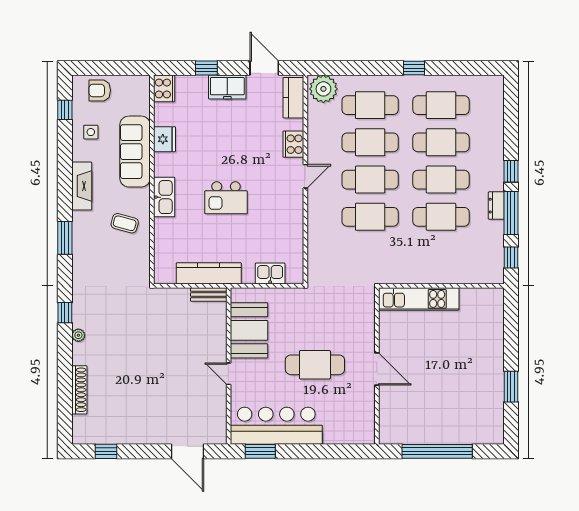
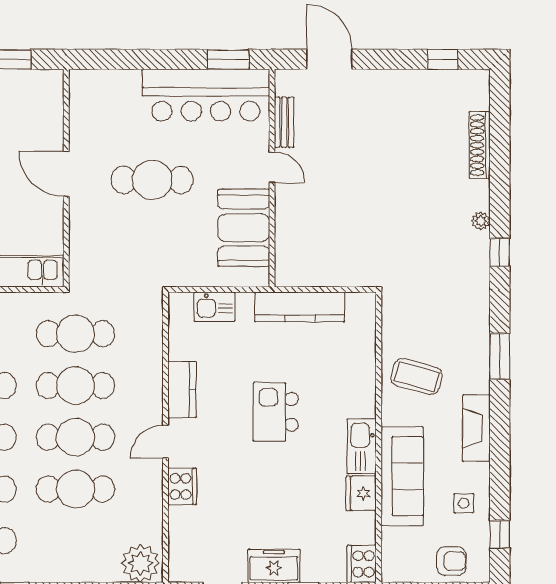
kitchen counter: (293, 98) -> (182, 390), moved
cafe table: (370, 105) -> (75, 334), moved
kitchen sink: (164, 197) -> (362, 446), moved
kitchen island: (226, 198) -> (276, 412), turned -90
coffee table: (125, 223) -> (417, 377), width x1.36, depth x1.30
bench: (209, 295) -> (284, 122), moved, turned 90

